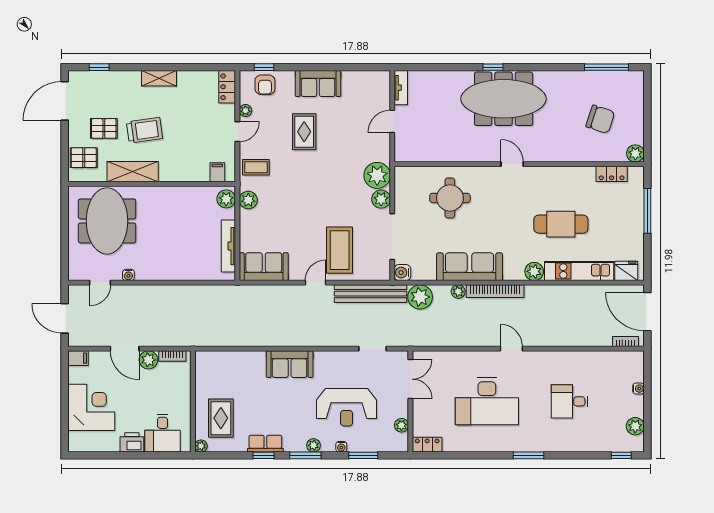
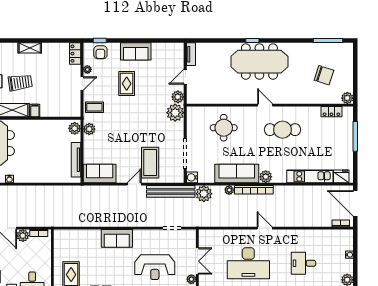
filing cabinet: (217, 172) -> (35, 111), moved
plant: (381, 199) -> (178, 97), moved
cafe table: (561, 224) -> (282, 130), moved
plant: (534, 271) -> (266, 177), moved
double door: (410, 379) -> (197, 261), moved

